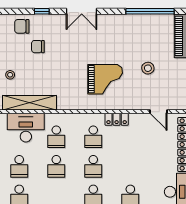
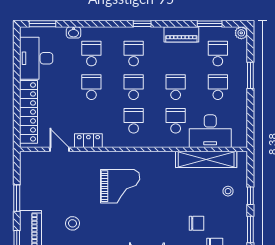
stool: (148, 68) -> (72, 223), moved
grand piano: (105, 79) -> (120, 186), turned 180
locker: (117, 119) -> (88, 141), moved
school desk: (130, 166) -> (91, 87), added

